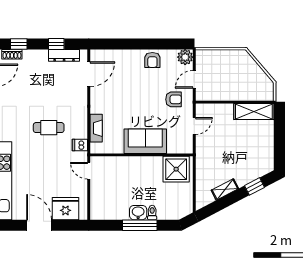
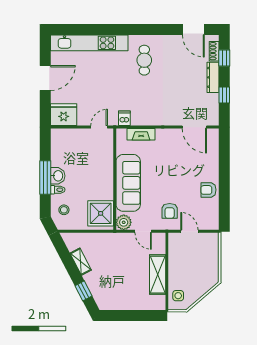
dresser: (64, 55) -> (213, 77), moved
plant: (185, 57) -> (124, 222), moved
side table: (259, 91) -> (178, 296), added
shelving: (254, 111) -> (158, 275), moved
cafe table: (49, 128) -> (144, 60), moved
sofa: (145, 141) -> (128, 183), width x1.36
stool: (173, 206) -> (64, 210), added
fridge: (65, 209) -> (64, 115), moved, turned -90

